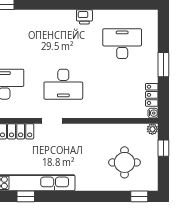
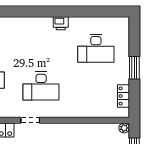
desk: (122, 44) -> (96, 48), turned 180
water cooler: (153, 113) -> (125, 113), removed

